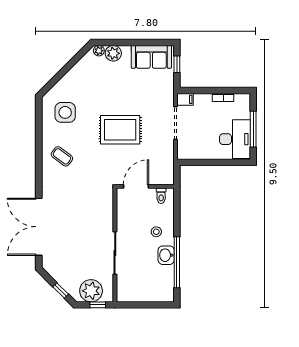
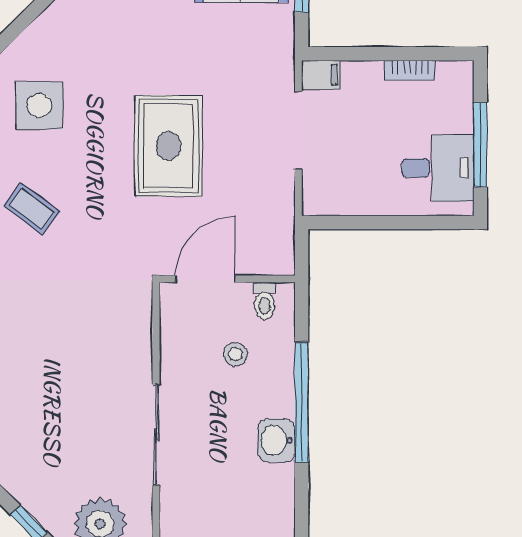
rug: (120, 130) -> (168, 146), turned 90
desk: (235, 139) -> (438, 168), width x0.73
stool: (156, 232) -> (235, 354), moved
window: (177, 262) -> (302, 402), moved

